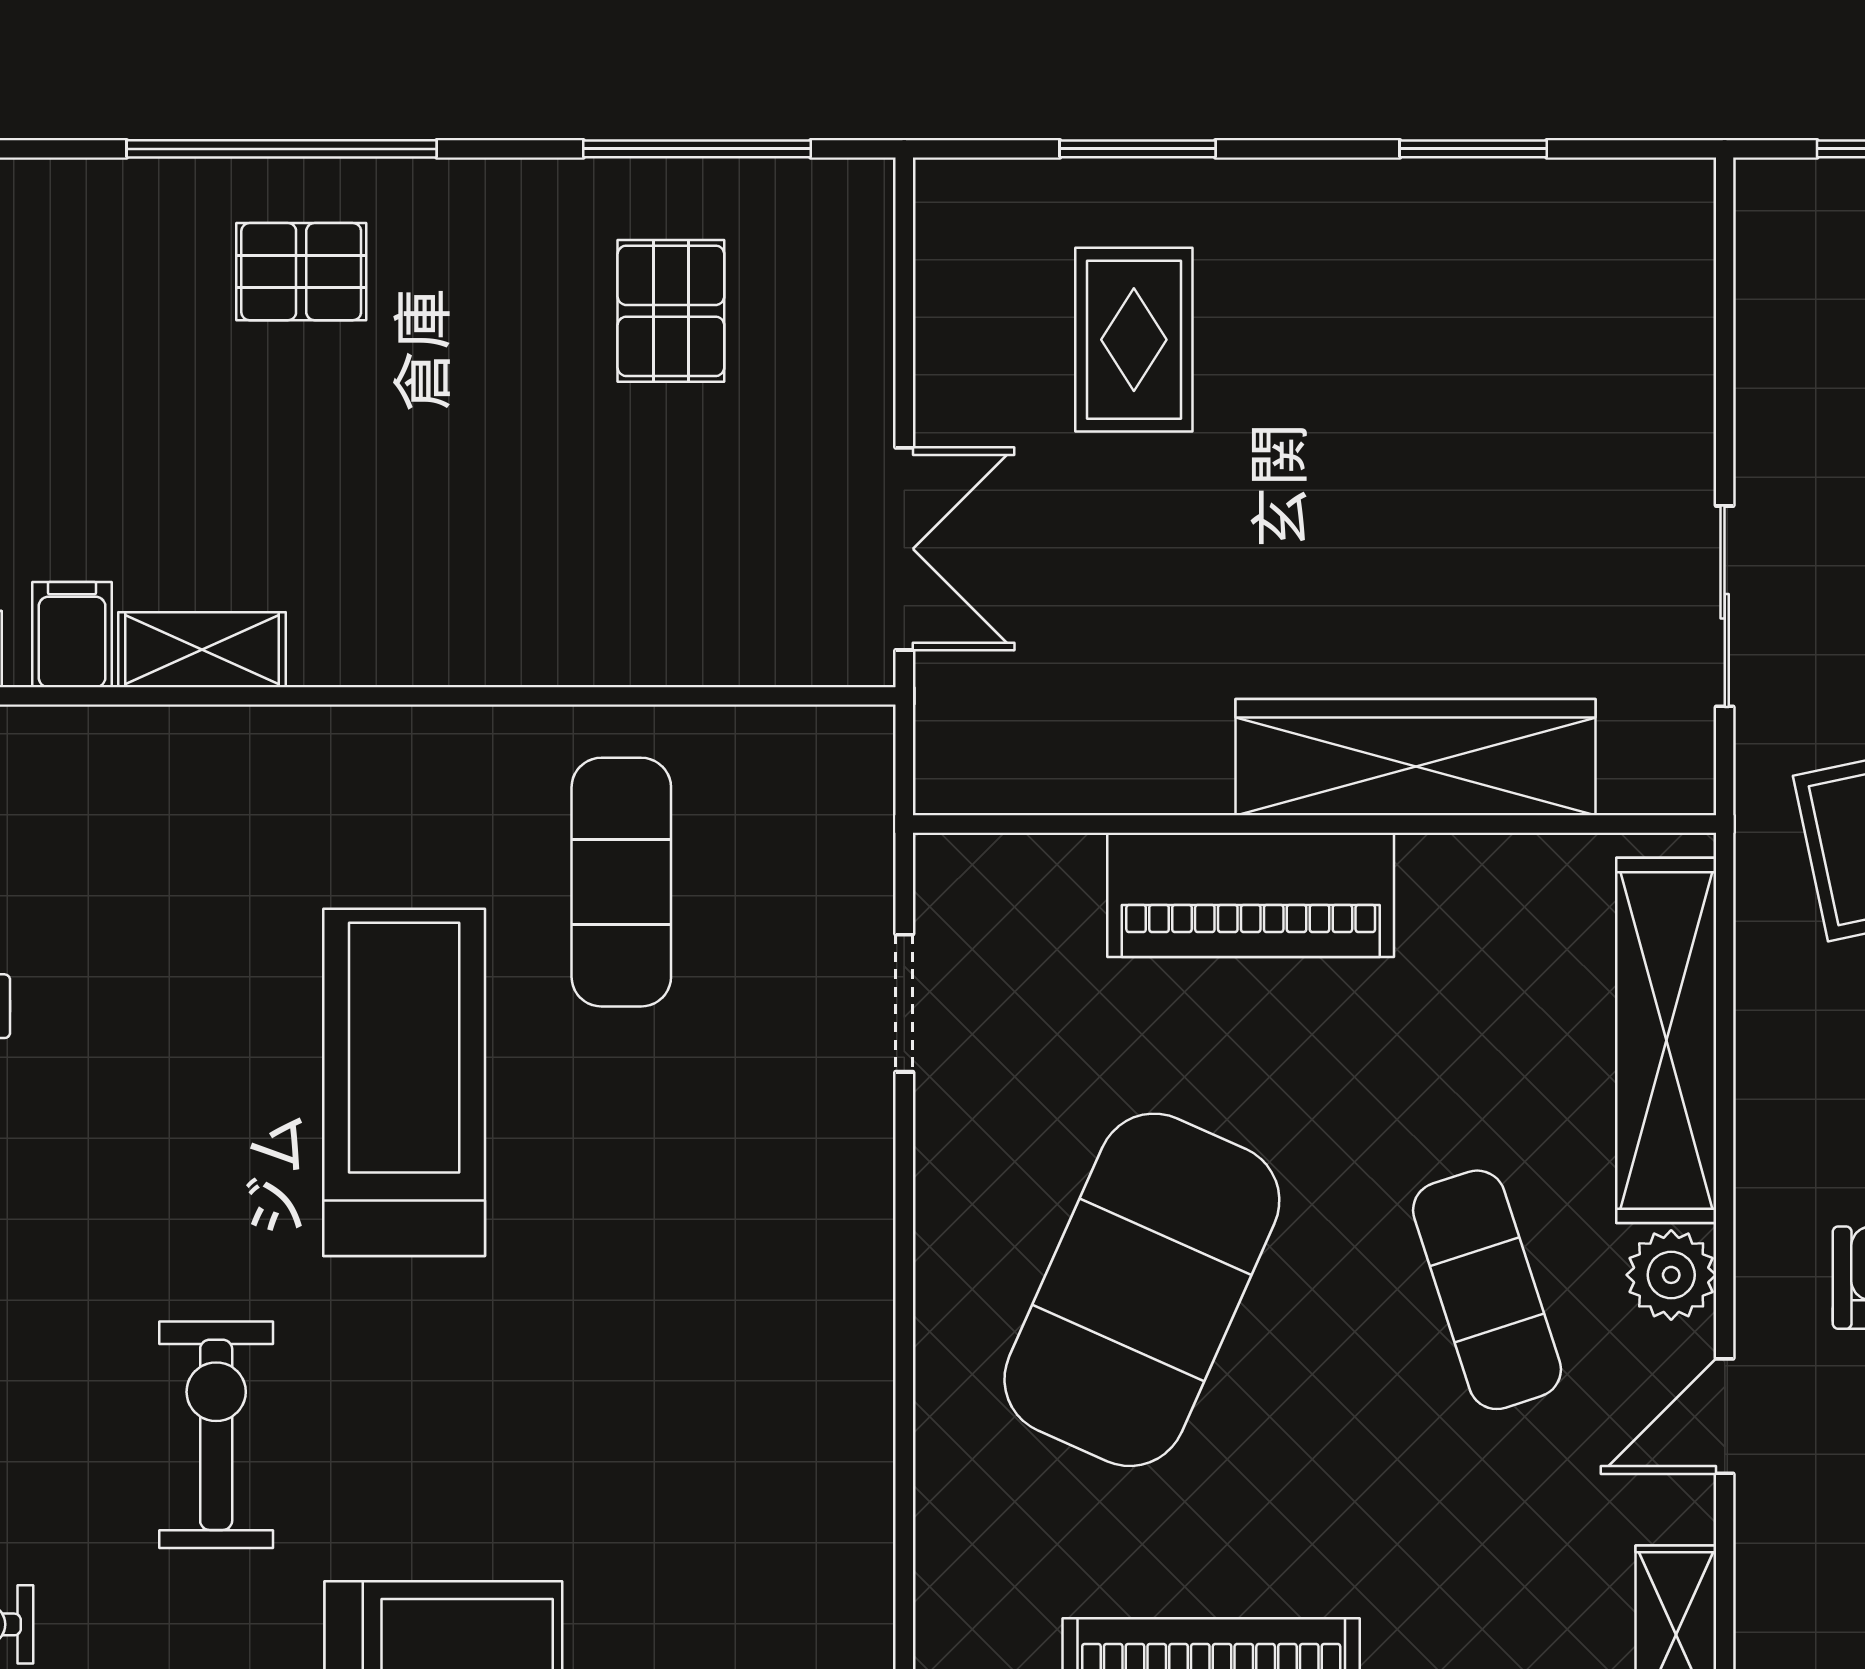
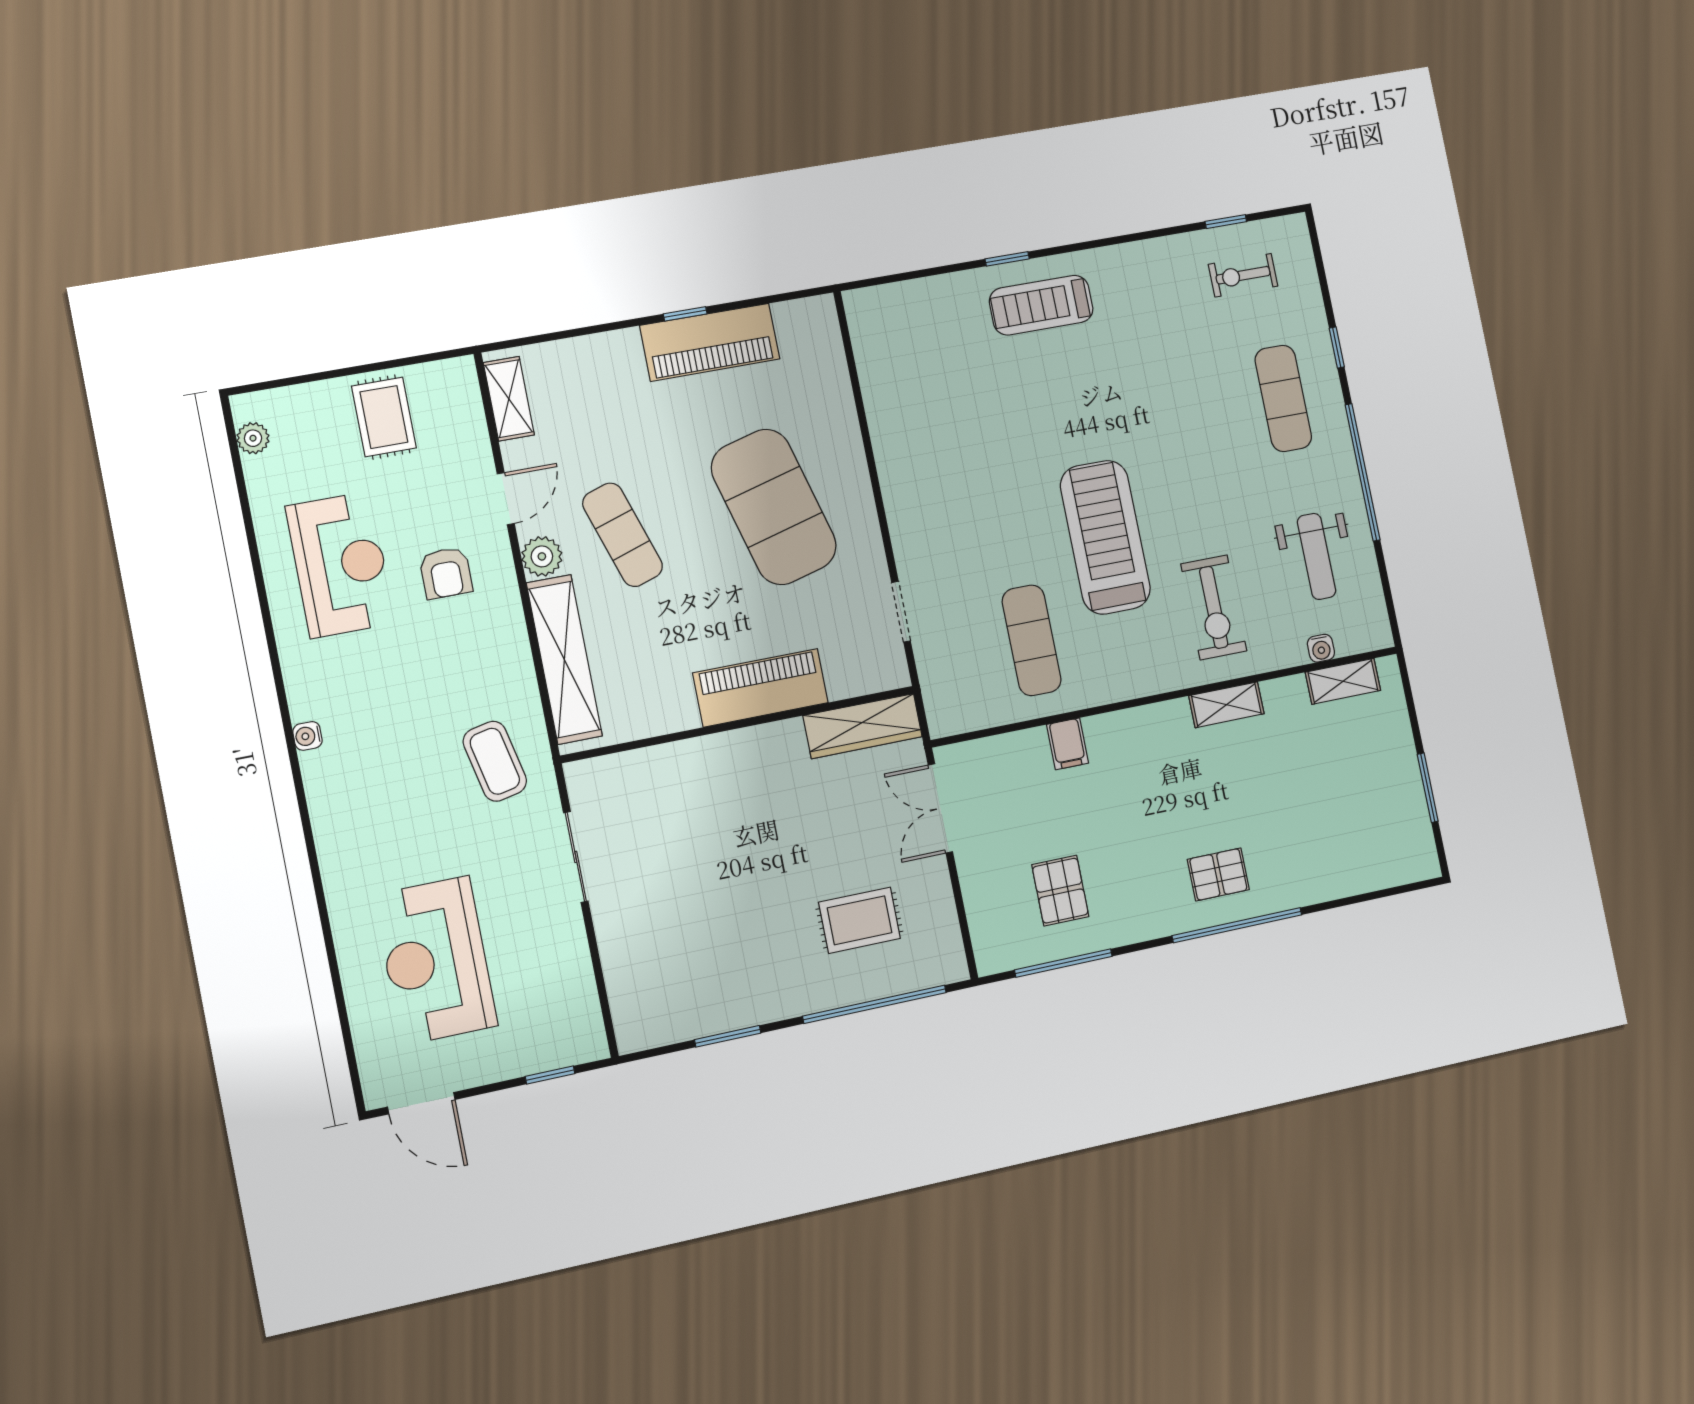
window: (1138, 149) -> (875, 1004), width x2.11
rug: (1134, 340) -> (860, 920), turned 90
filing cabinet: (72, 635) -> (1068, 744), moved
wardrobe: (1416, 757) -> (863, 726), moved, width x0.71, depth x0.85
treadmill: (404, 1082) -> (1105, 537), turned 180
exercise mat: (1142, 1290) -> (774, 507), turned -39
exercise bike: (216, 1435) -> (1214, 607), moved

